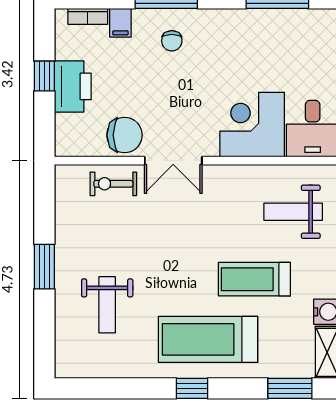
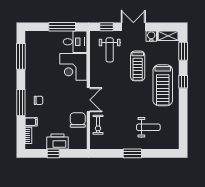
window: (192, 388) -> (183, 82), moved

